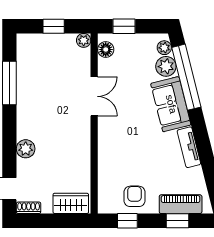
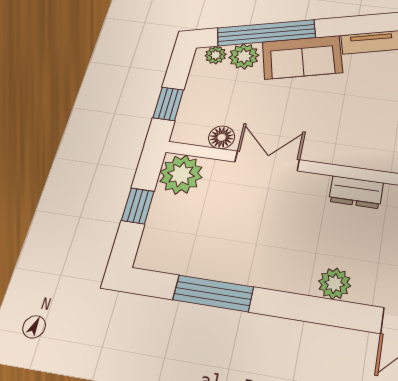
plant: (84, 40) -> (181, 174), width x1.88, depth x1.88
floor lamp: (106, 50) -> (222, 137), moved
dresser: (82, 153) -> (356, 192), added

